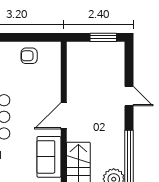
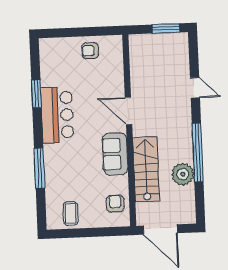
door: (64, 116) -> (128, 111), hinge flipped

